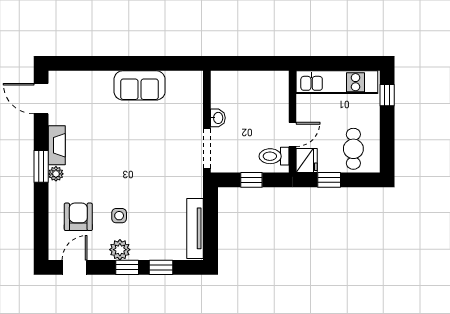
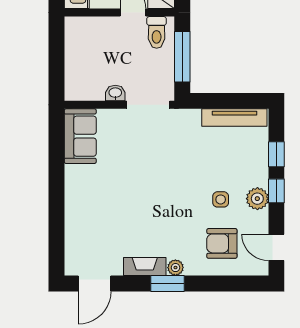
sofa: (140, 85) -> (80, 136), moved
window: (251, 180) -> (182, 57), width x2.17

